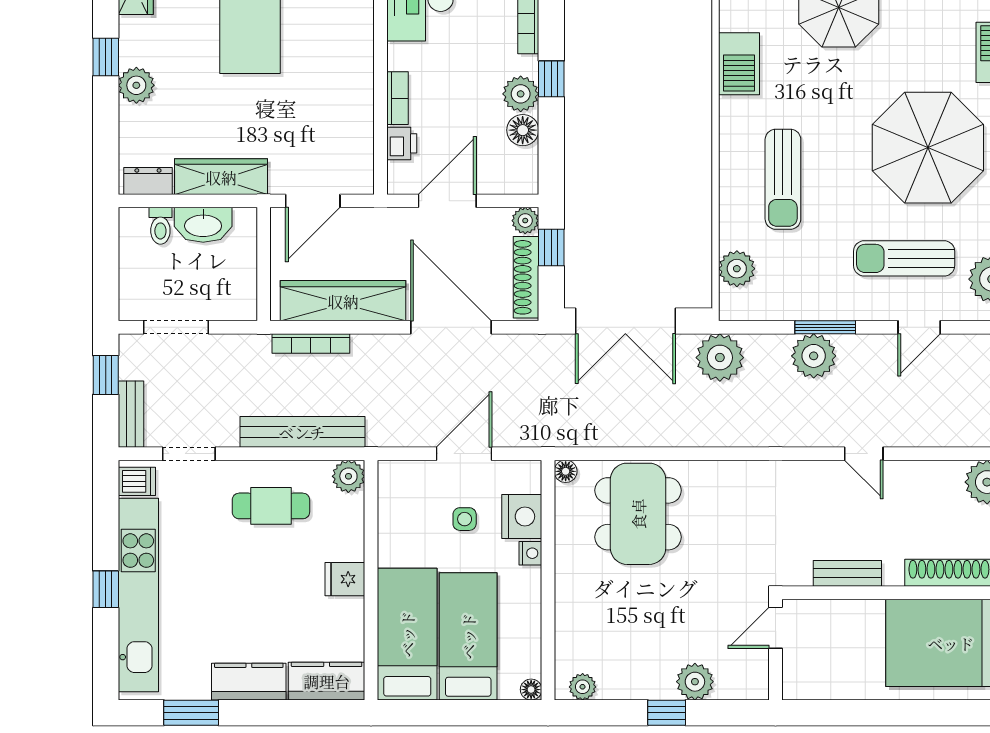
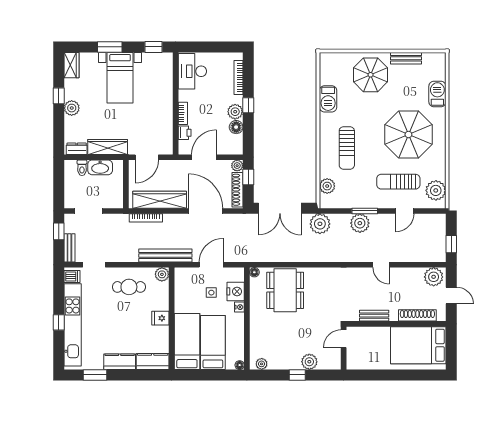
bench: (302, 432) -> (165, 255), moved

